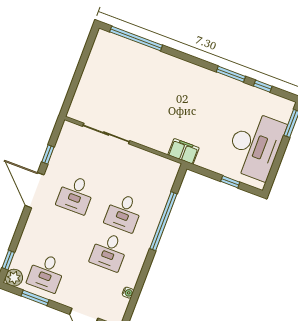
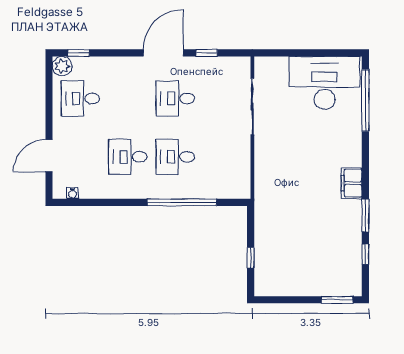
desk: (255, 146) -> (324, 83), moved, turned 180
filing cabinet: (184, 151) -> (352, 183), moved, turned 180
water cooler: (128, 293) -> (72, 193), moved
window: (35, 298) -> (49, 97), removed

